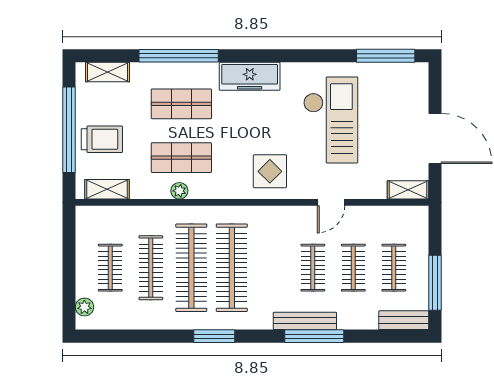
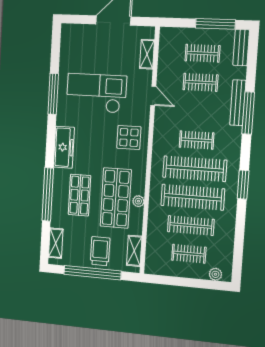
window: (386, 56) -> (53, 94), moved
shop shelf: (181, 158) -> (116, 198), width x1.43, depth x1.36
shelving: (408, 190) -> (147, 54), moved
clothes rail: (313, 268) -> (197, 140), moved
bench: (305, 321) -> (238, 103), moved

